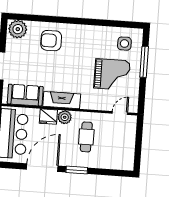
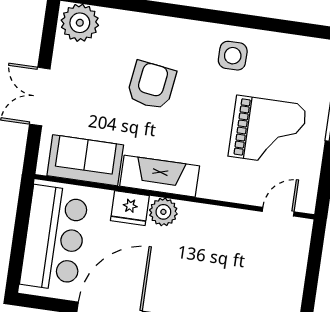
armchair: (51, 41) -> (151, 85), moved, turned 98
side table: (124, 44) -> (233, 56), moved
cafe table: (86, 137) -> (205, 256), removed

